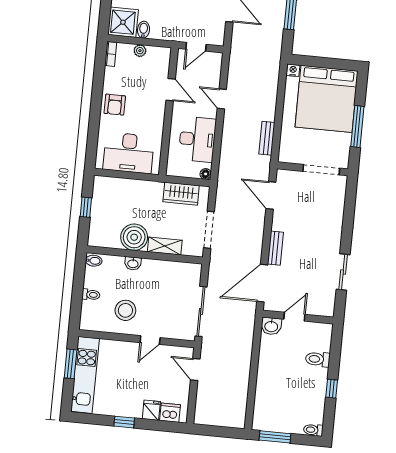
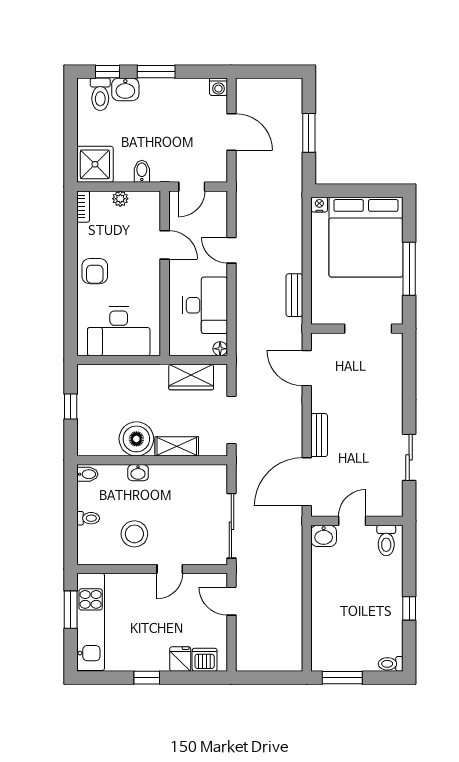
bidet: (144, 30) -> (142, 171), moved
toilet: (318, 359) -> (386, 540), moved, turned -90

